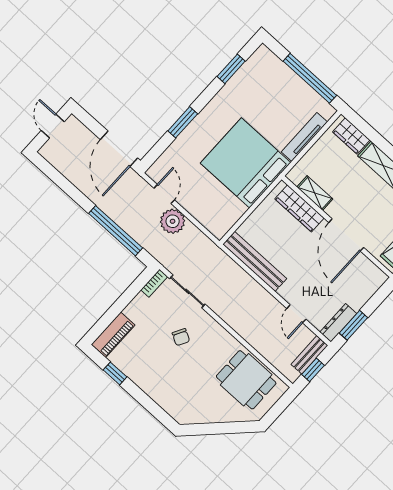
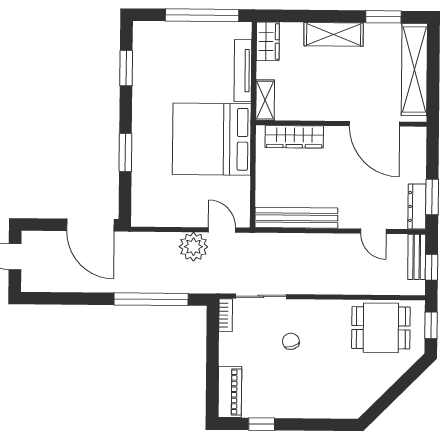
wardrobe: (351, 136) -> (268, 41), moved, turned -90
shelving: (315, 193) -> (265, 100), moved, turned 90
door: (164, 194) -> (222, 230), moved
door: (346, 235) -> (374, 124), moved
chair: (181, 337) -> (291, 341), turned -135
window: (280, 407) -> (431, 325), added

